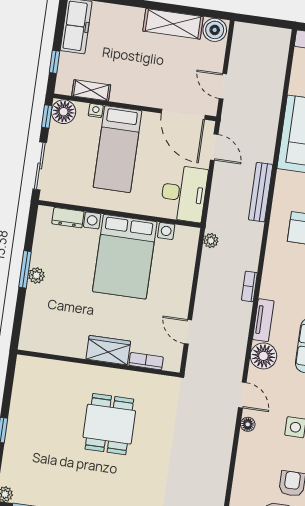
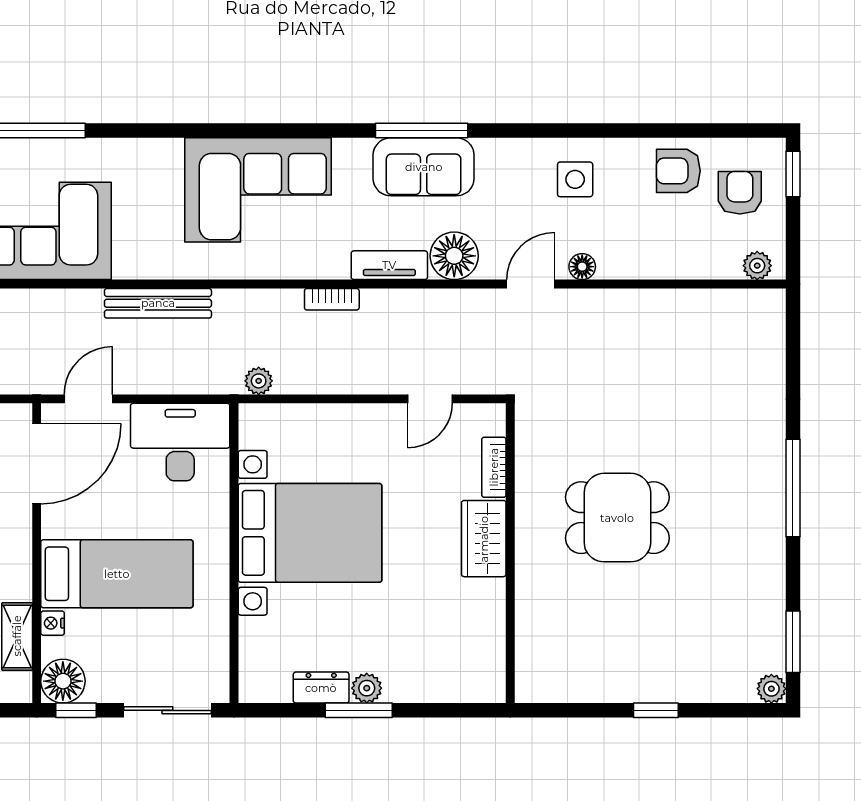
dresser: (68, 218) -> (321, 688), moved, turned -90

